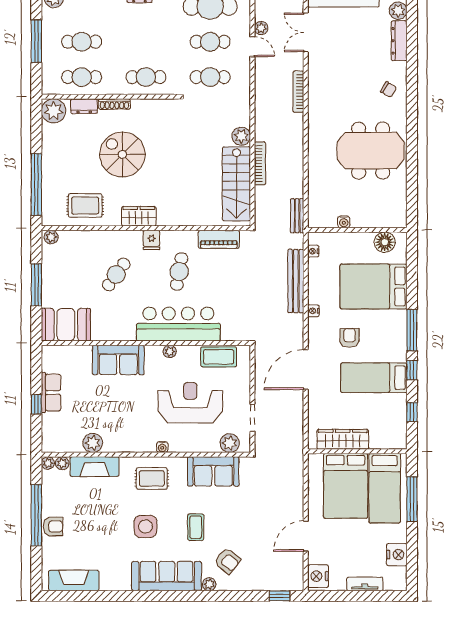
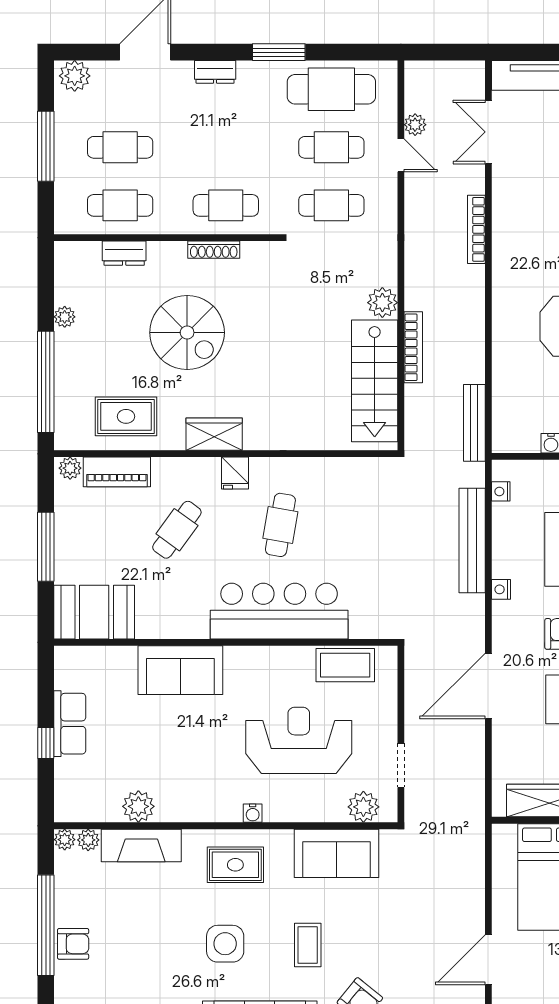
shoe rack: (114, 104) -> (214, 250), moved
plant: (53, 111) -> (65, 317), moved, width x0.53, depth x0.53
spiral stairs: (122, 154) -> (187, 333), turned 180
bench: (297, 216) -> (474, 423), width x1.36
piano: (219, 239) -> (117, 472), moved
plant: (170, 351) -> (265, 656), removed

